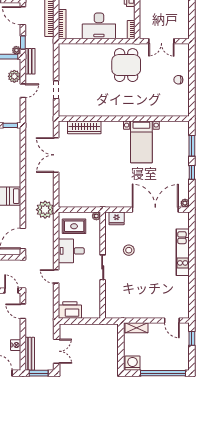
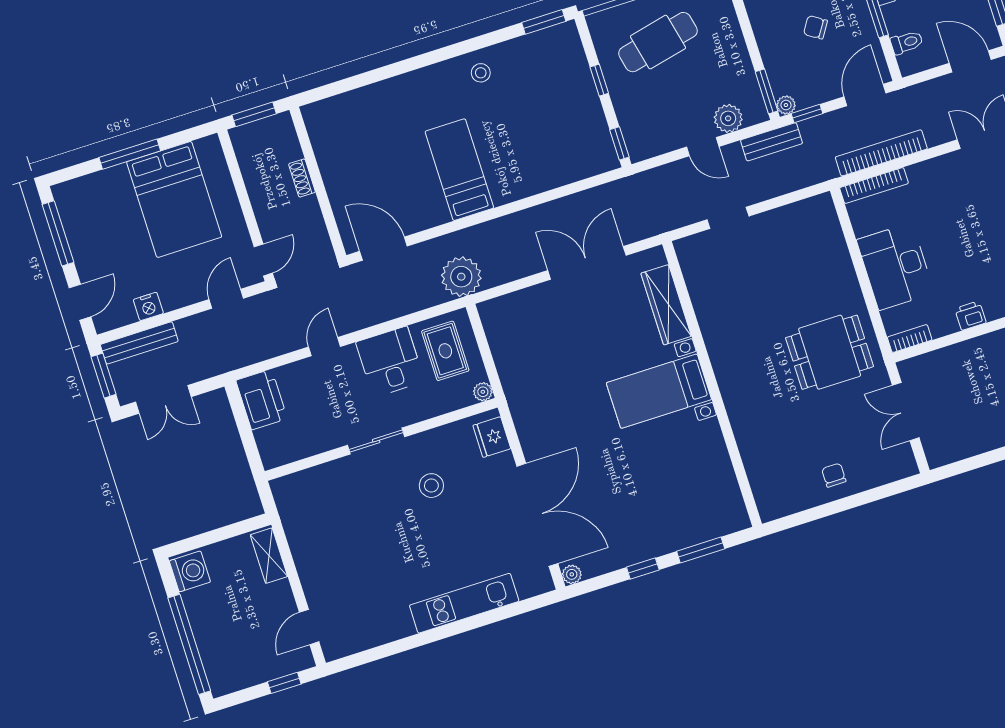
bed with nightstands: (141, 142) -> (659, 391), moved

